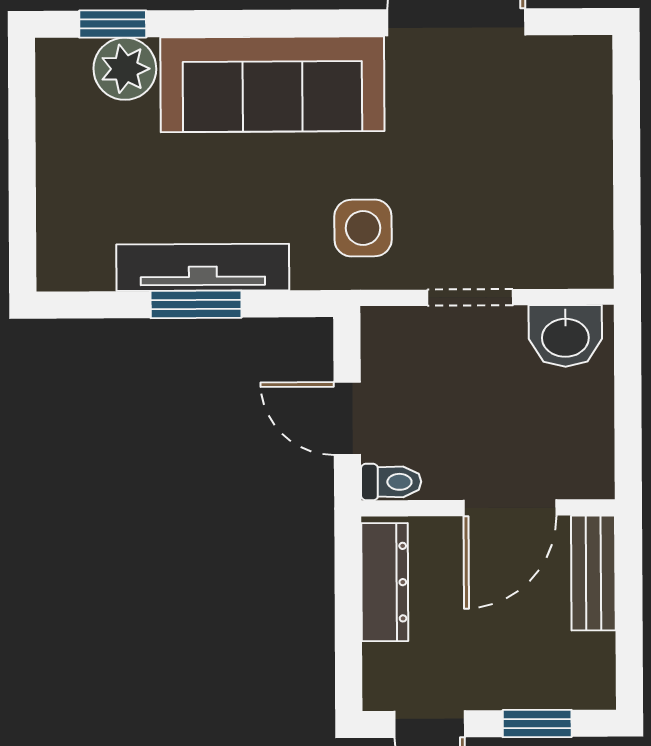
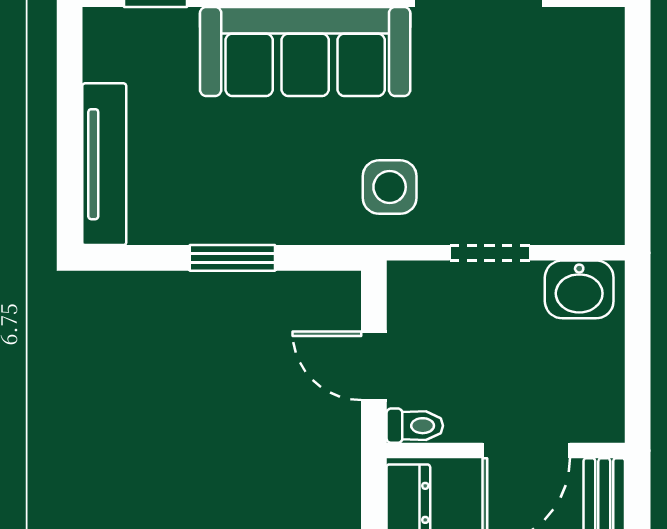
plant: (125, 69) -> (167, 36), removed
tv unit: (203, 267) -> (104, 164), moved, turned 90

